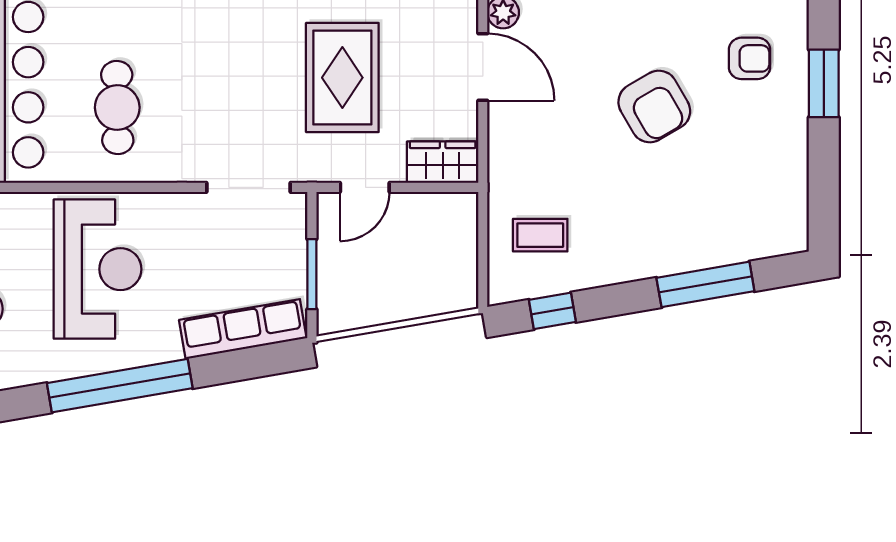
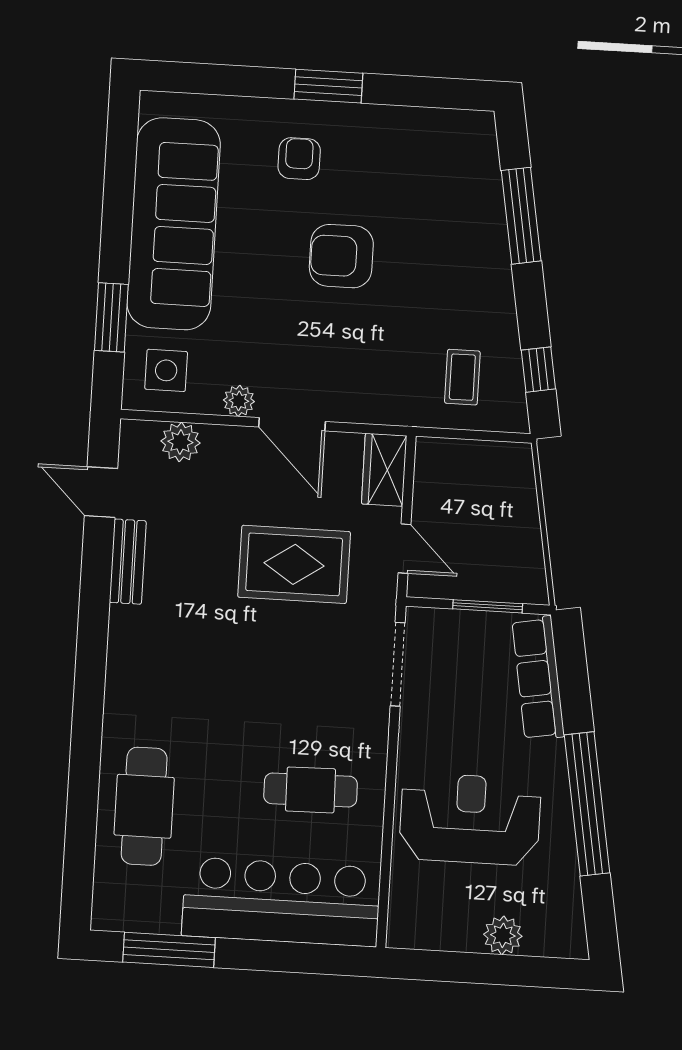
door: (483, 67) -> (292, 424), swing flipped
armchair: (654, 107) -> (341, 256), turned -150

